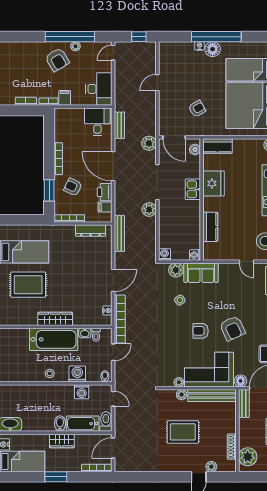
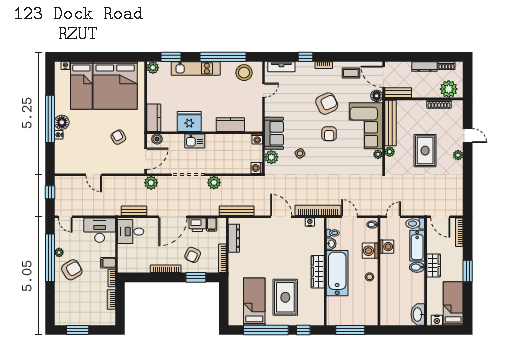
plant: (211, 467) -> (458, 155), moved

